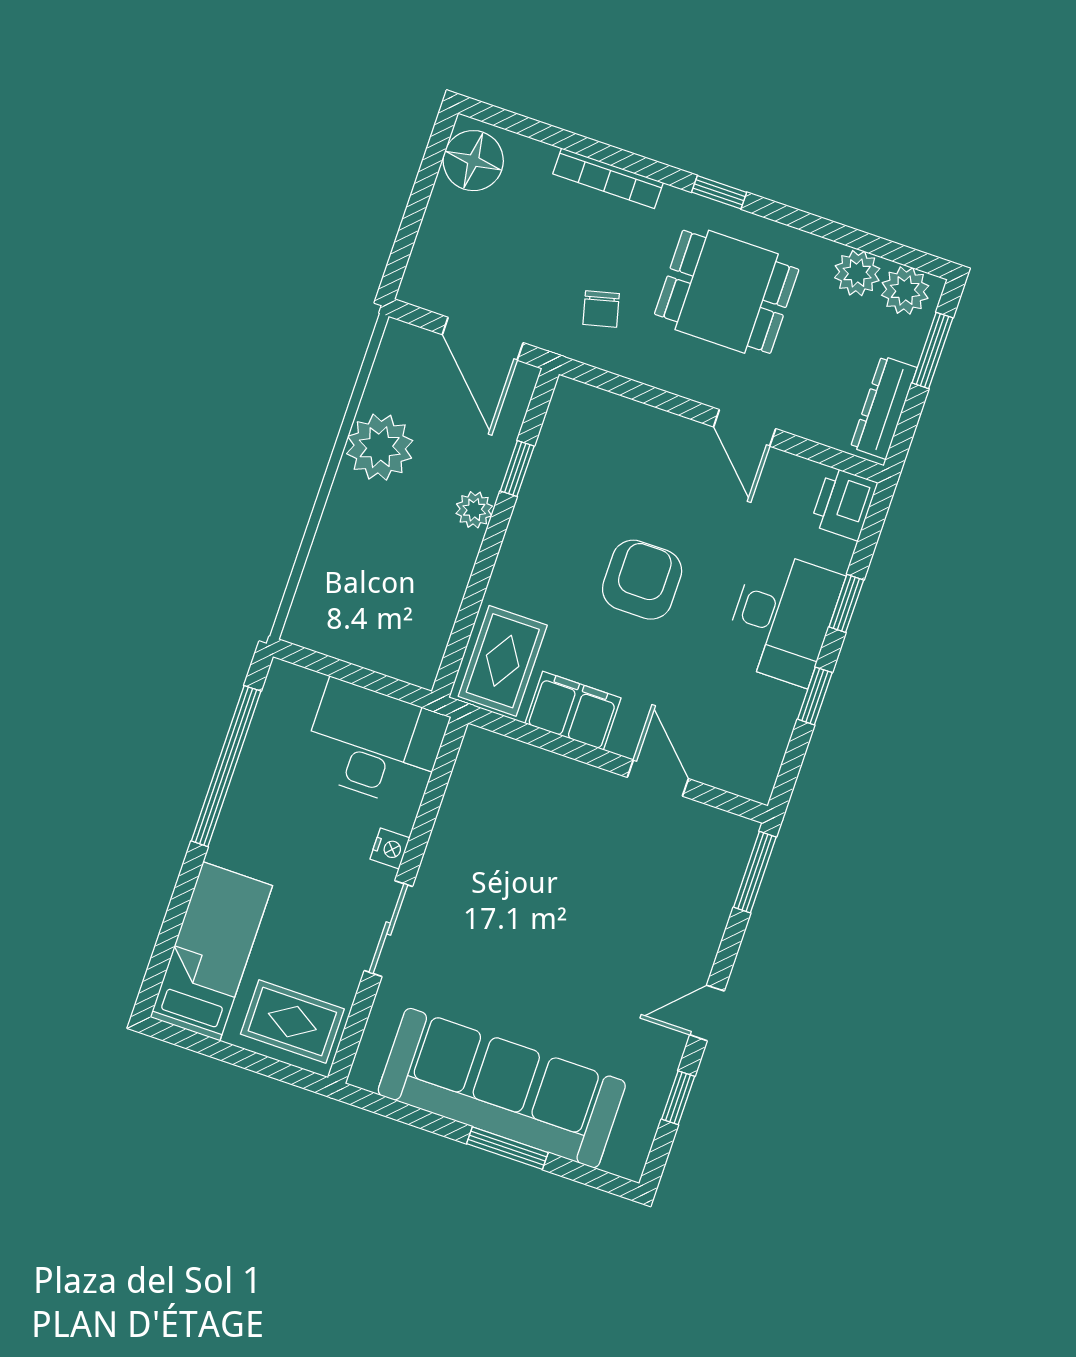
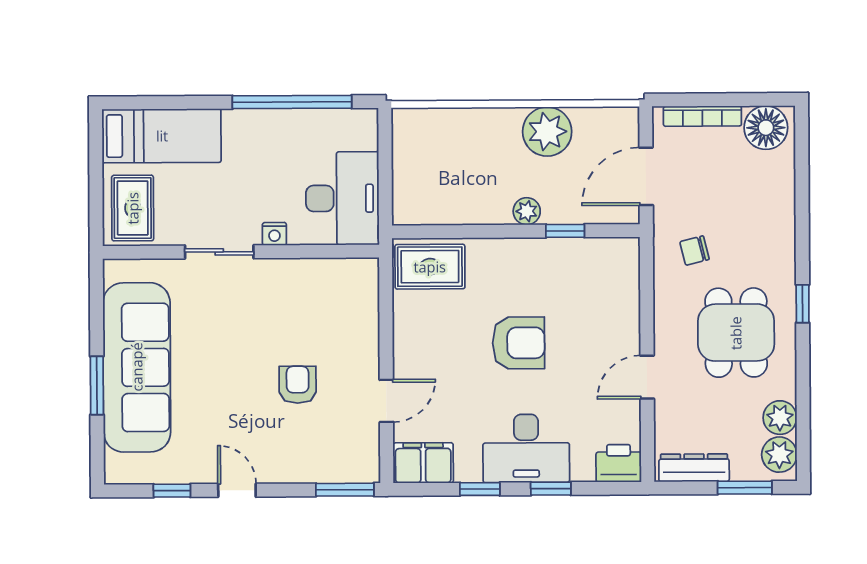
bookcase: (608, 178) -> (702, 116), moved, turned -90
filing cabinet: (573, 711) -> (423, 463), moved, turned -90
armchair: (597, 886) -> (298, 385), added

